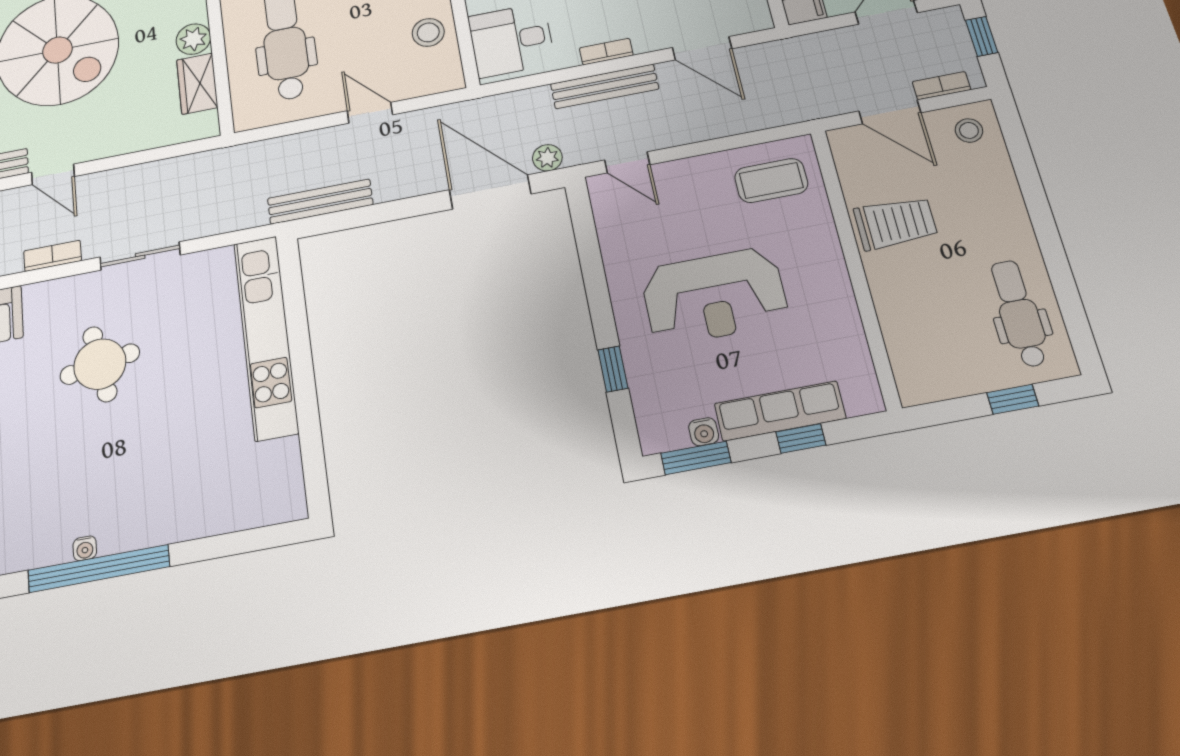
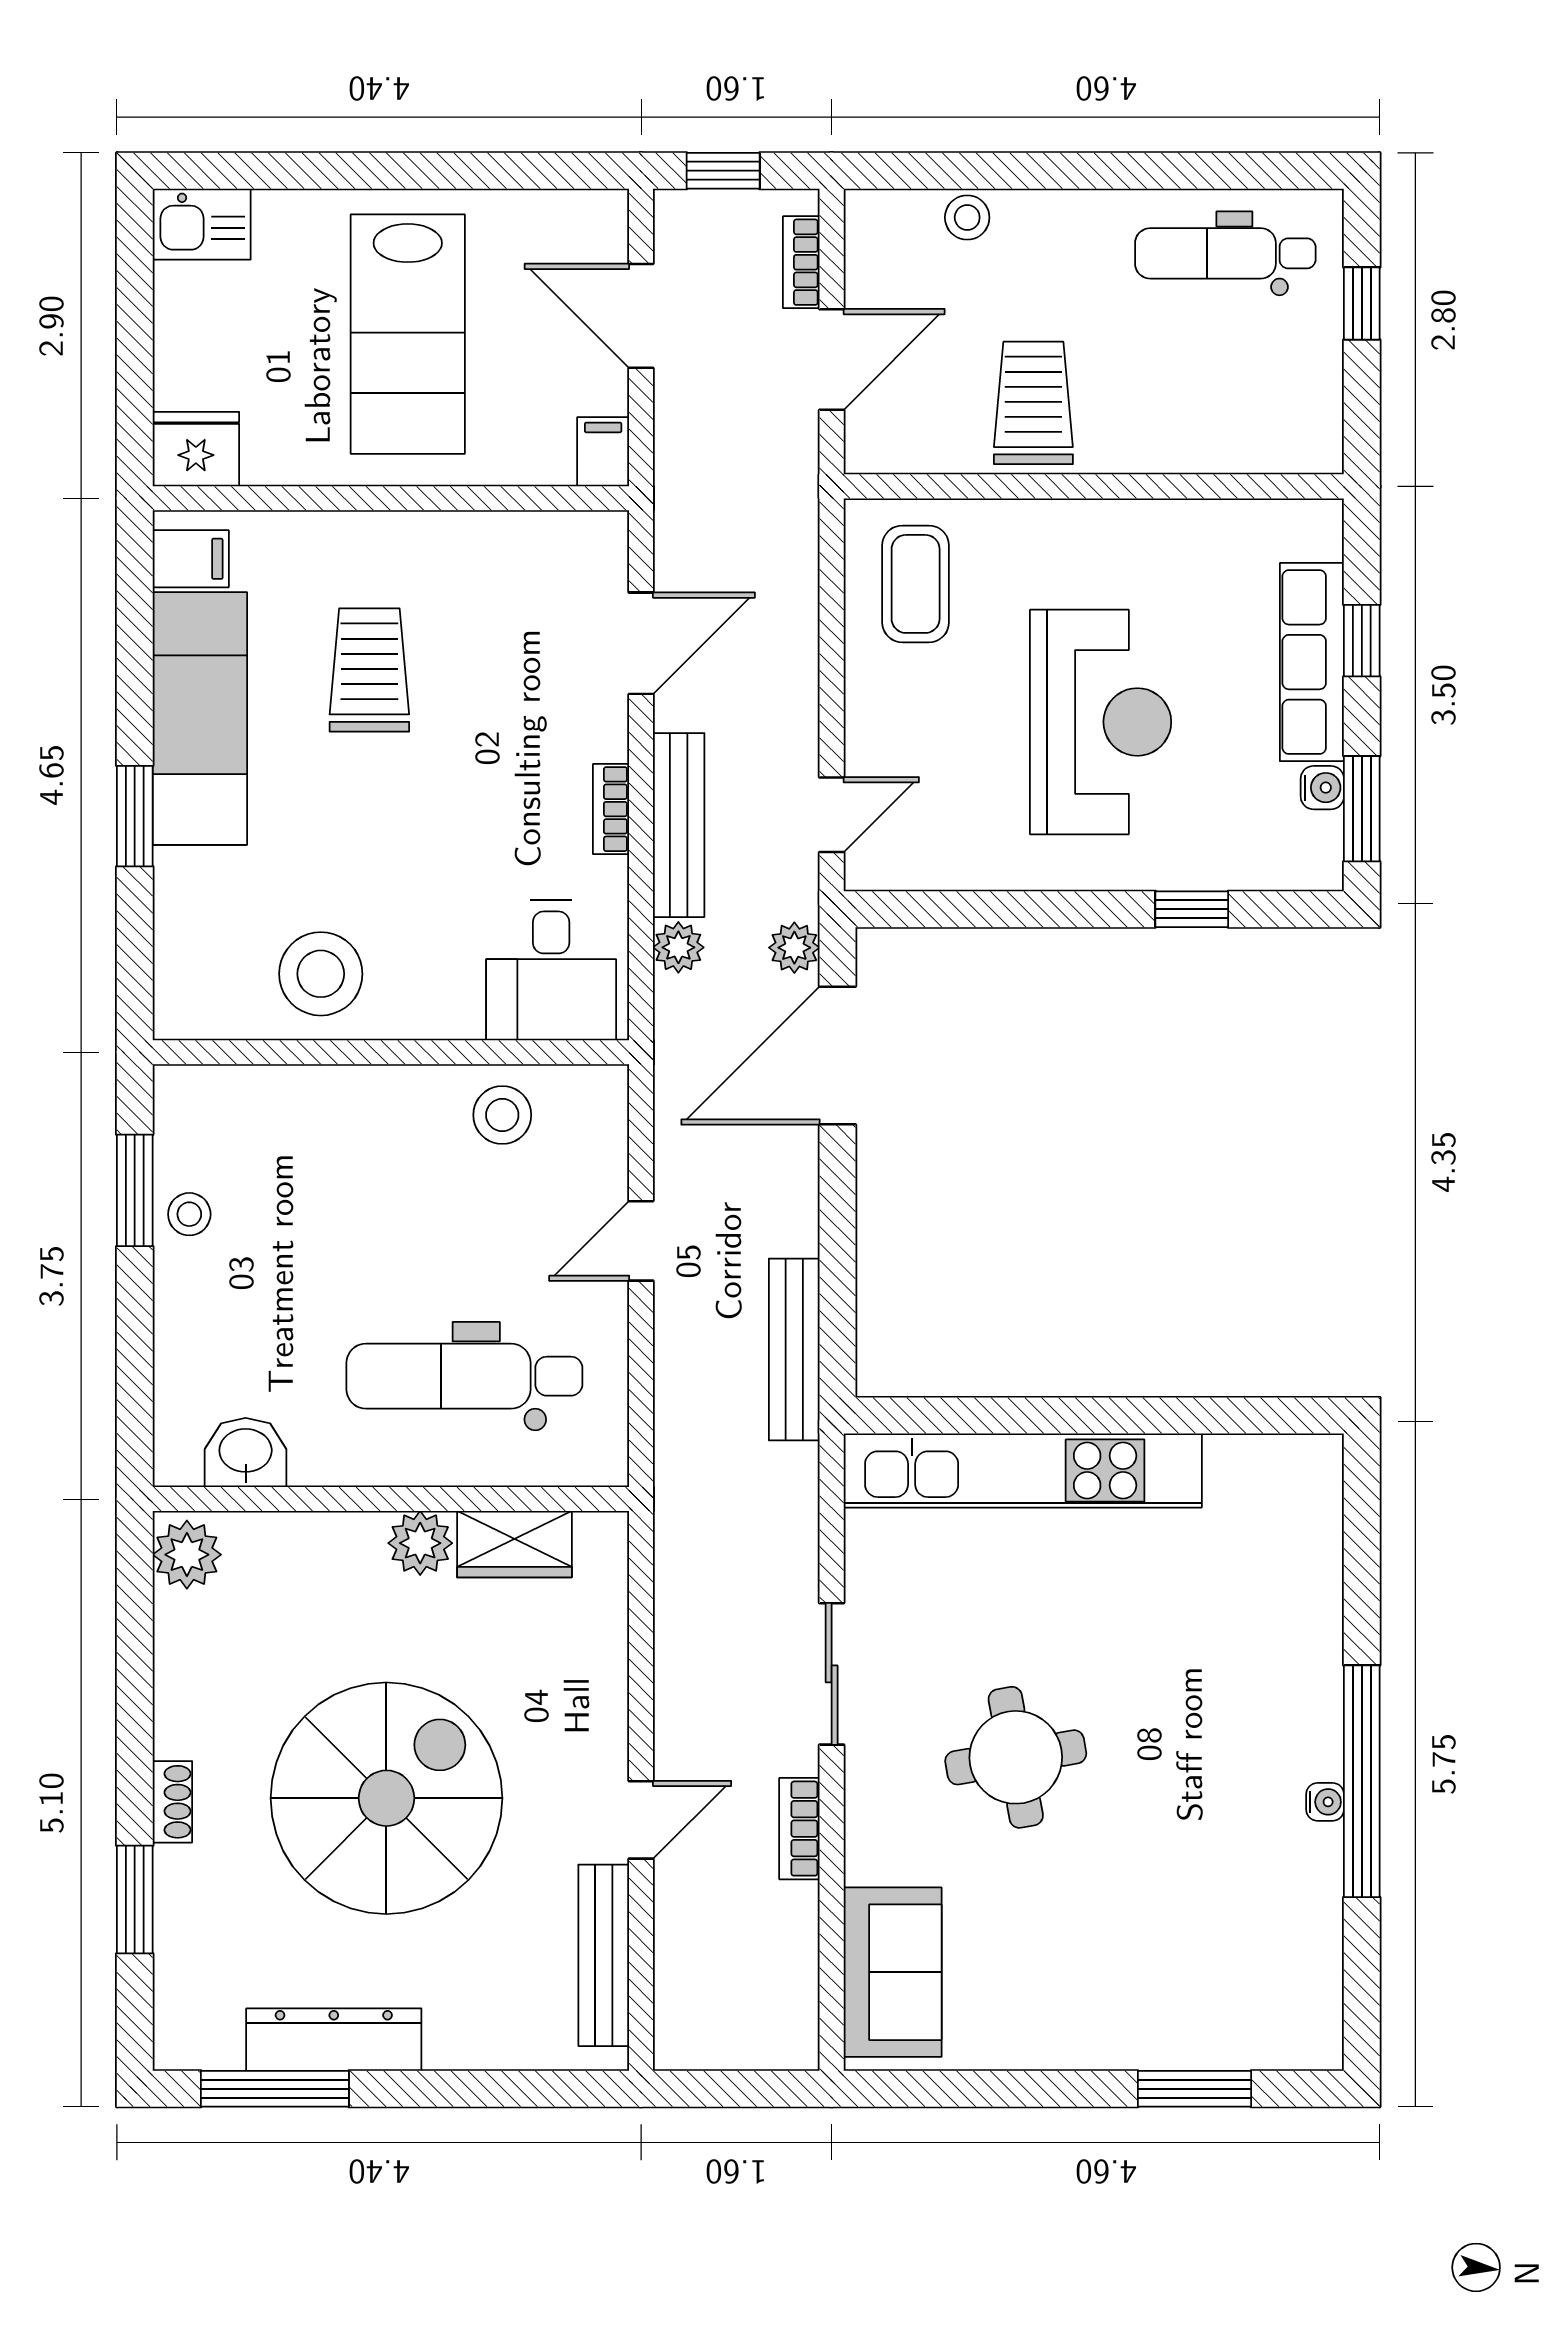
plant: (536, 100) -> (678, 947), added
stool: (969, 130) -> (967, 217), moved

